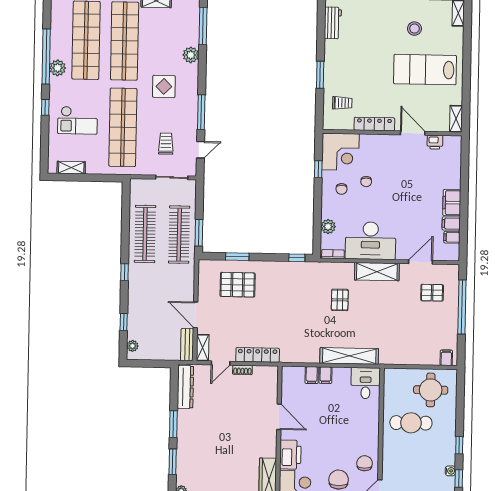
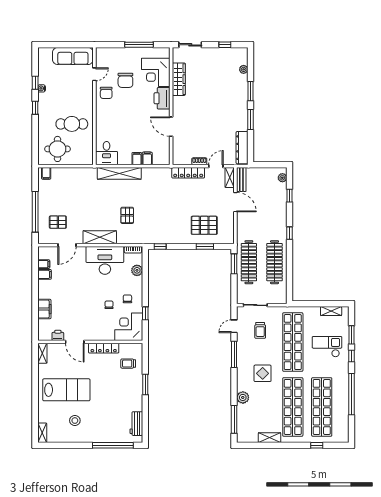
plant: (58, 68) -> (343, 386), removed
window: (45, 135) -> (351, 335), added
filing cabinet: (452, 203) -> (44, 309), moved

